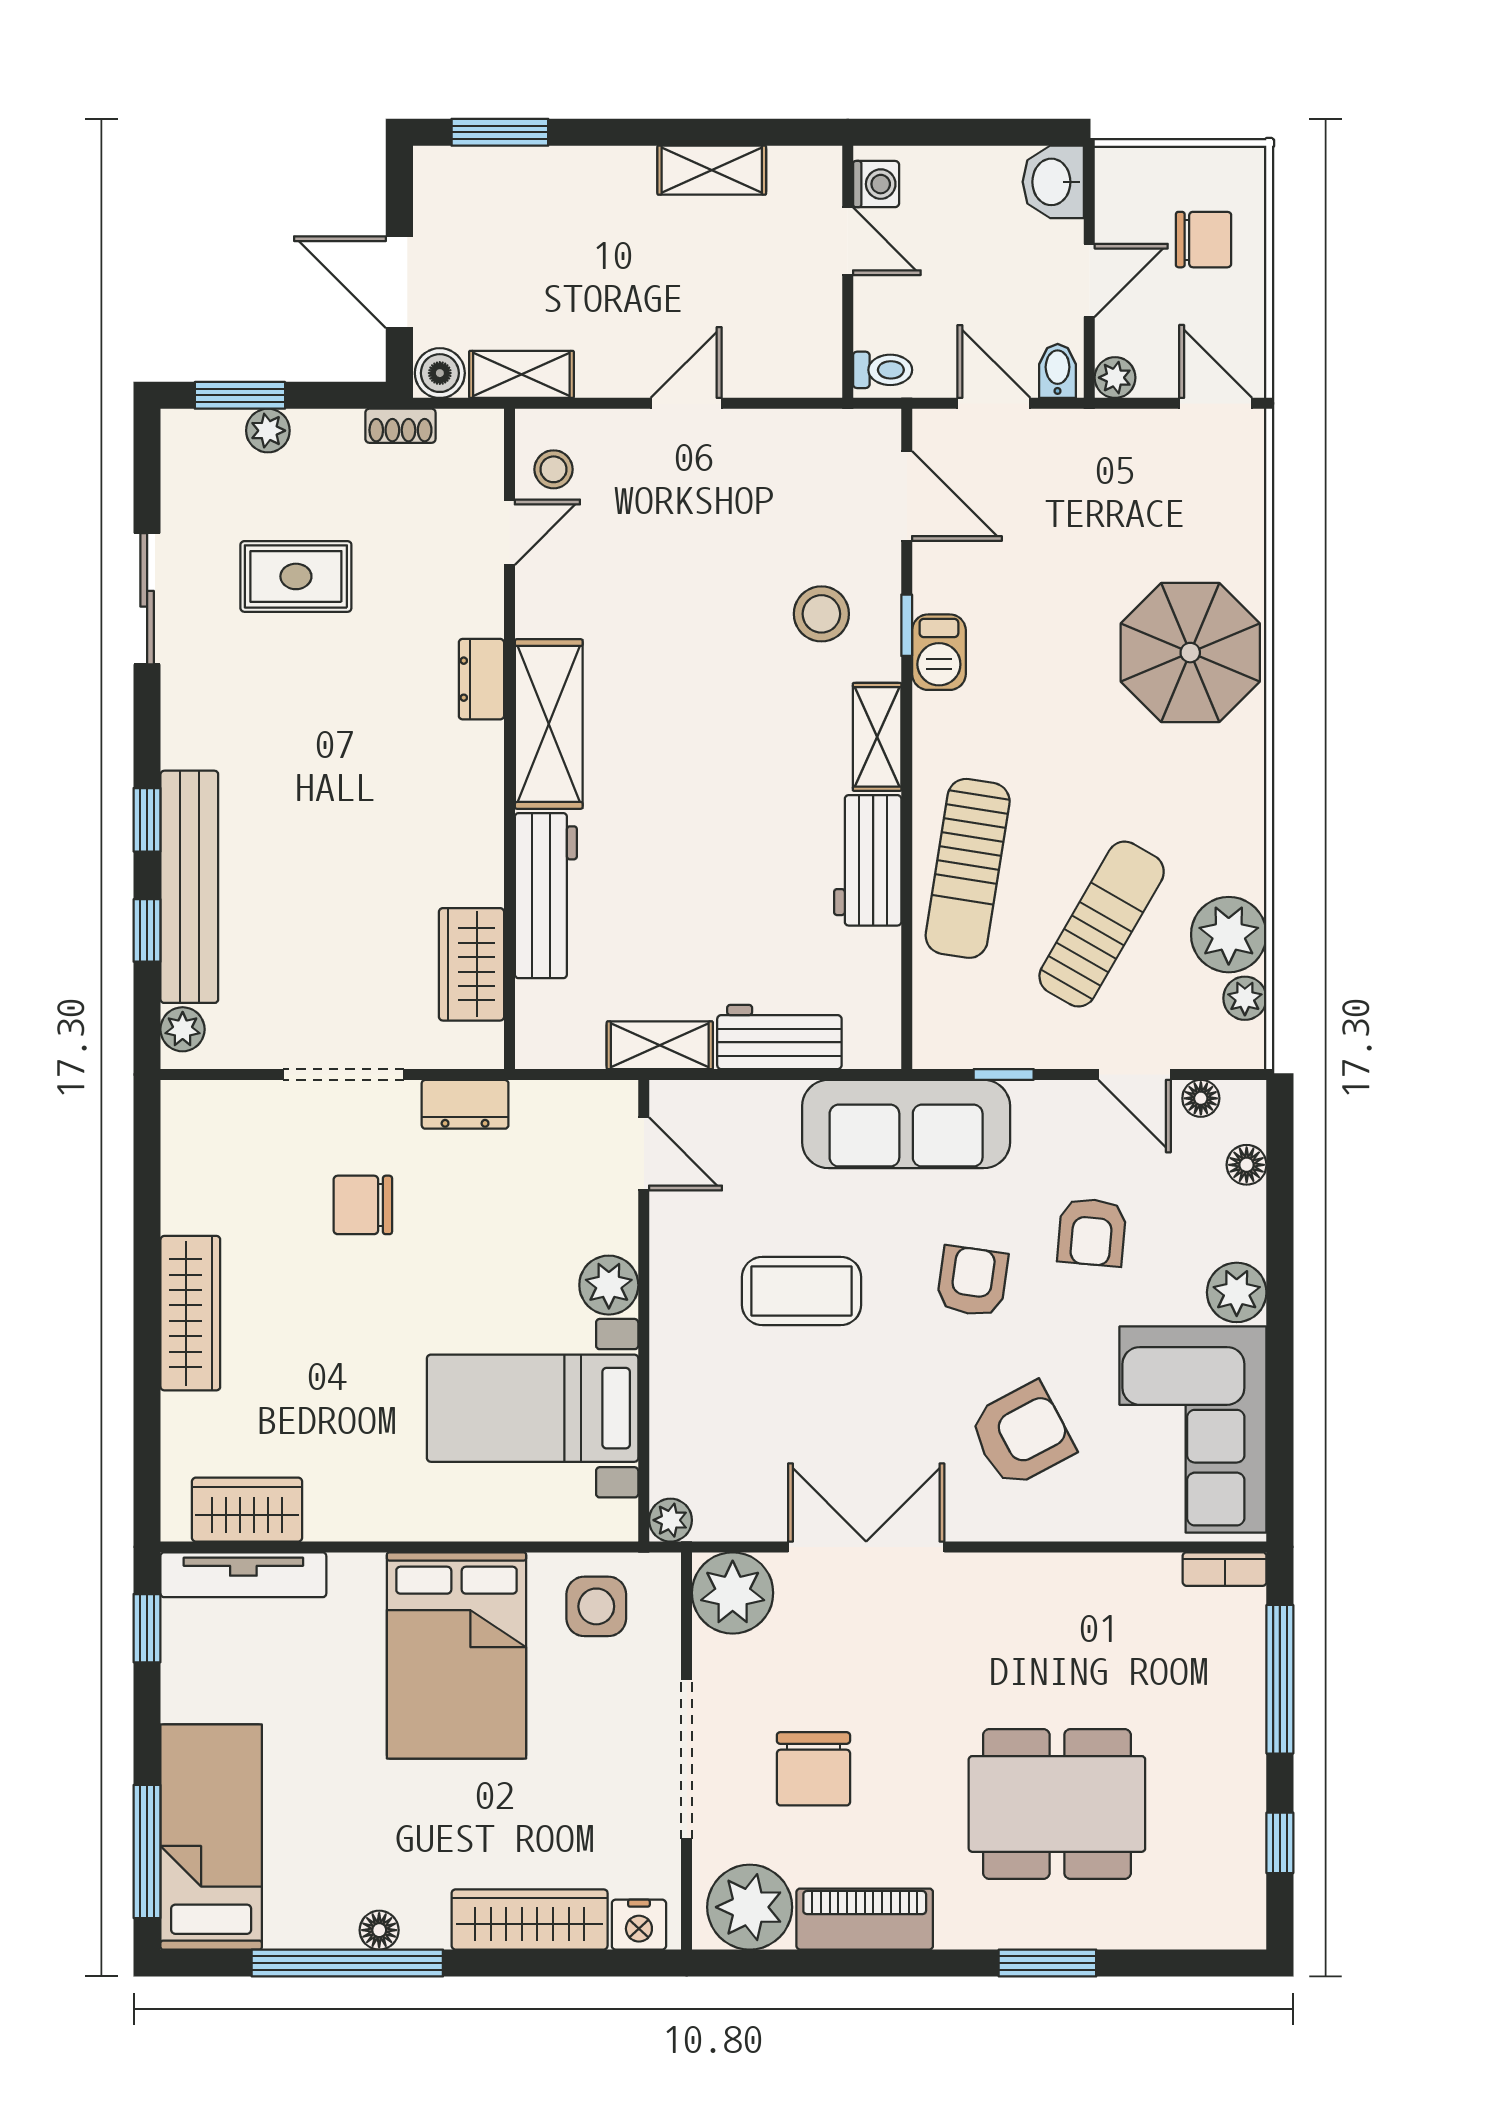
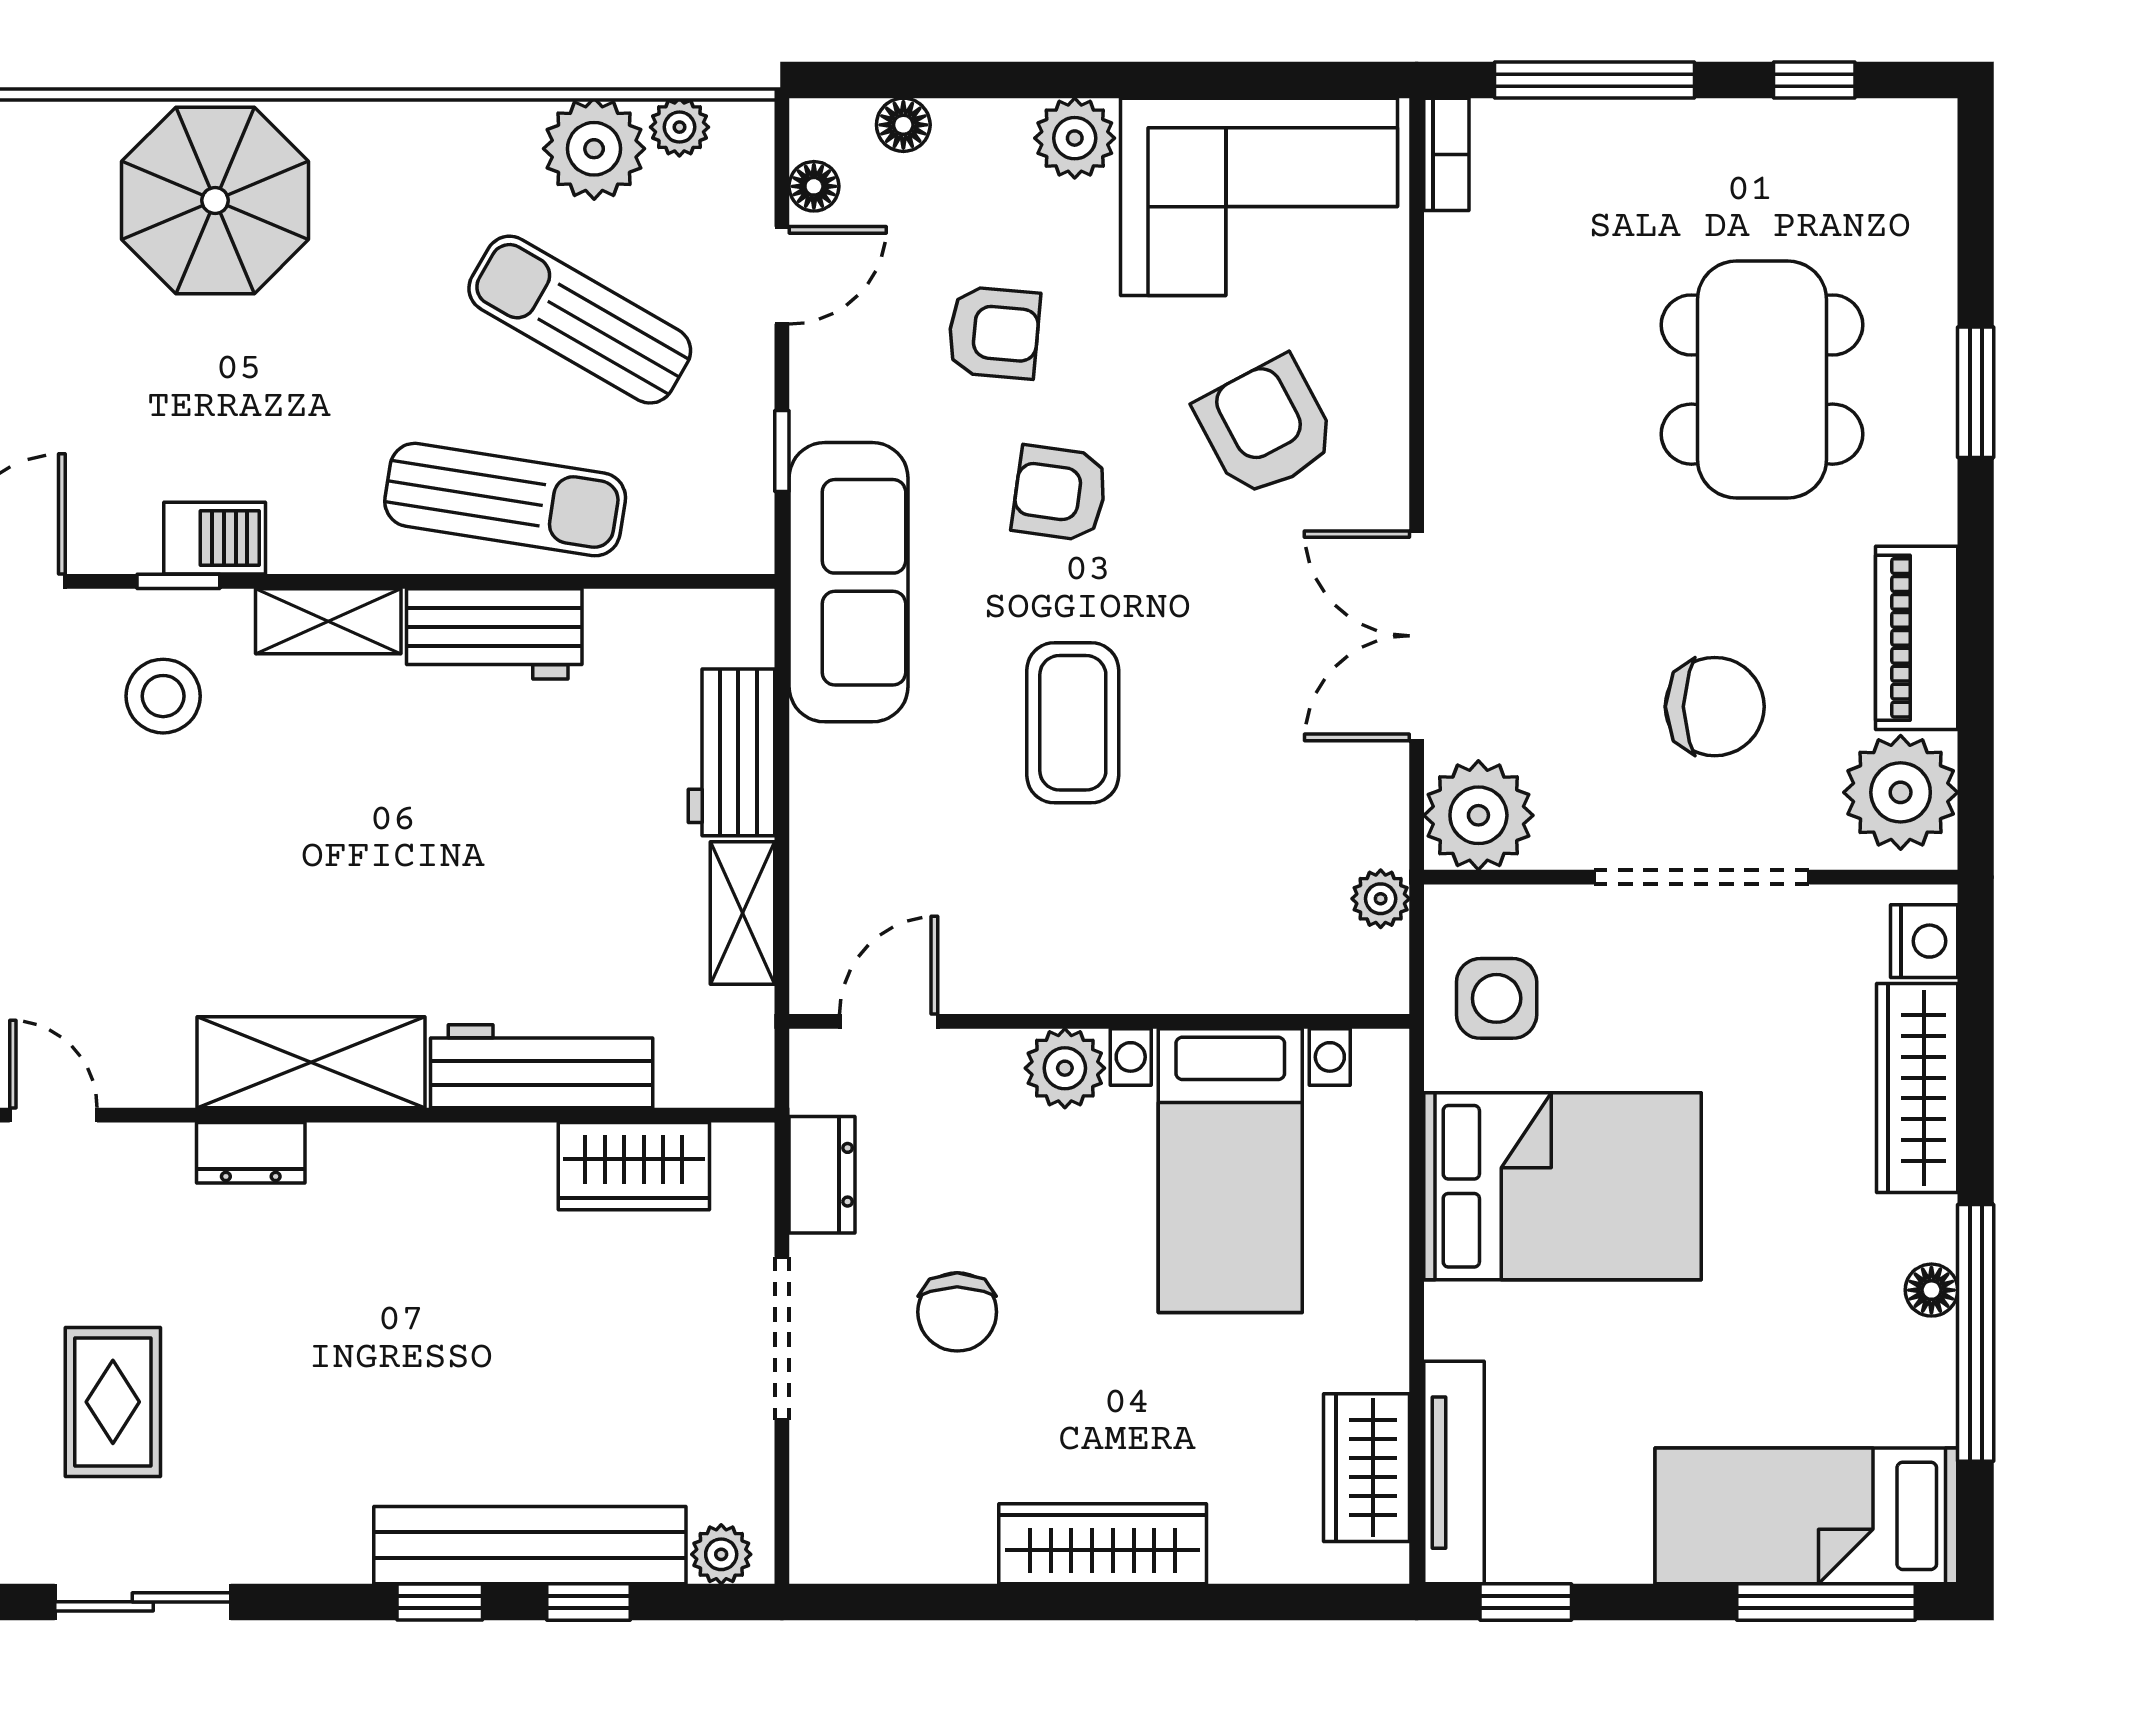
door: (644, 1154) -> (889, 1021), moved
plant: (609, 1285) -> (1065, 1068), moved
wall: (644, 1311) -> (1099, 1021), moved
bed with nightstands: (533, 1408) -> (1230, 1171), moved

